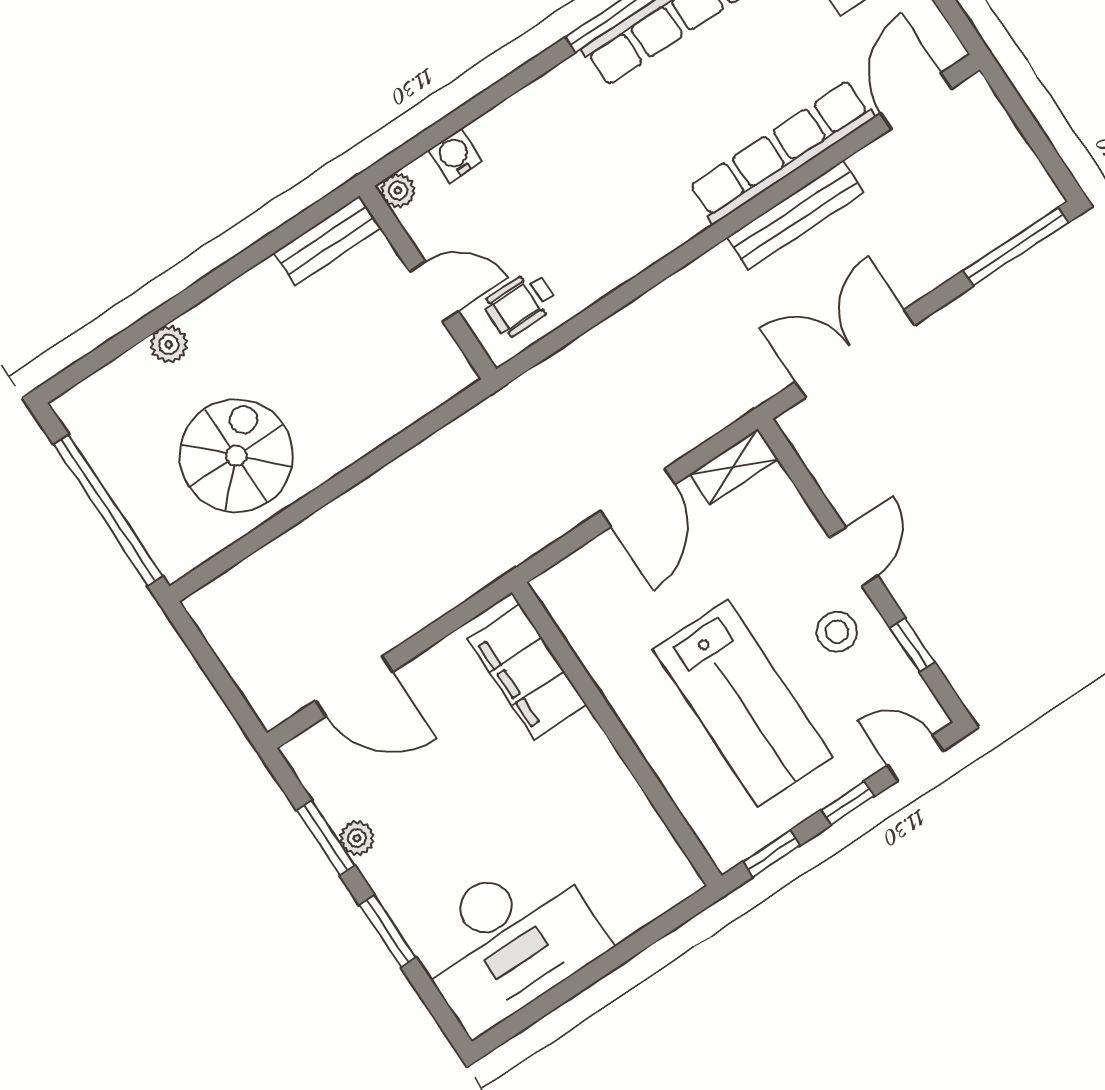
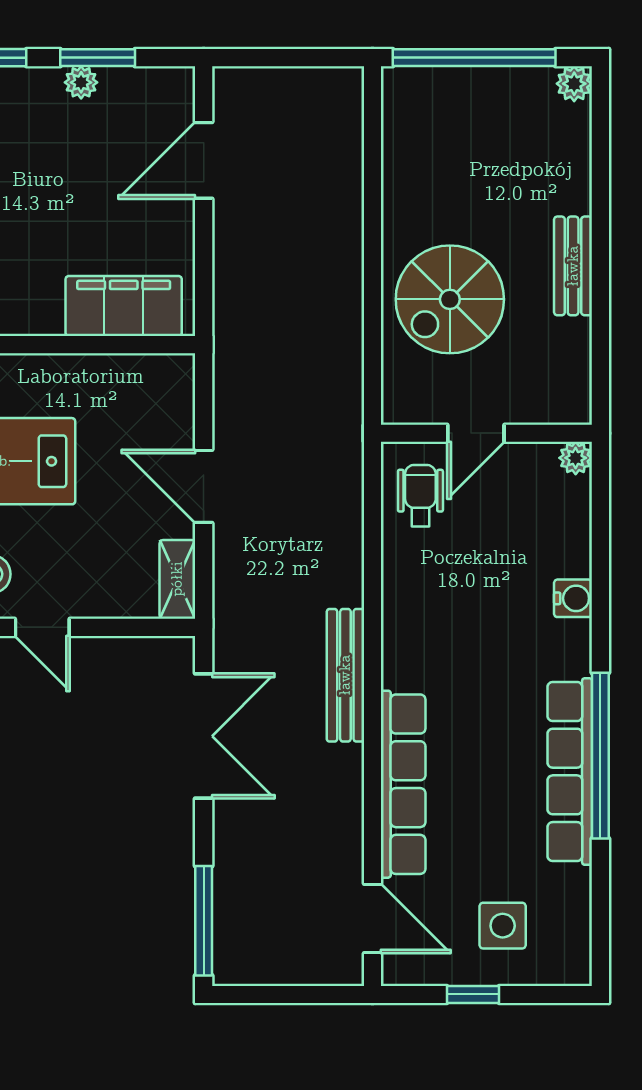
water cooler: (455, 156) -> (573, 598), moved
bench: (795, 215) -> (345, 675), moved
bench: (327, 240) -> (573, 266), moved
plant: (169, 344) -> (574, 84), moved
spiral stairs: (236, 456) -> (450, 299), moved, turned 90

